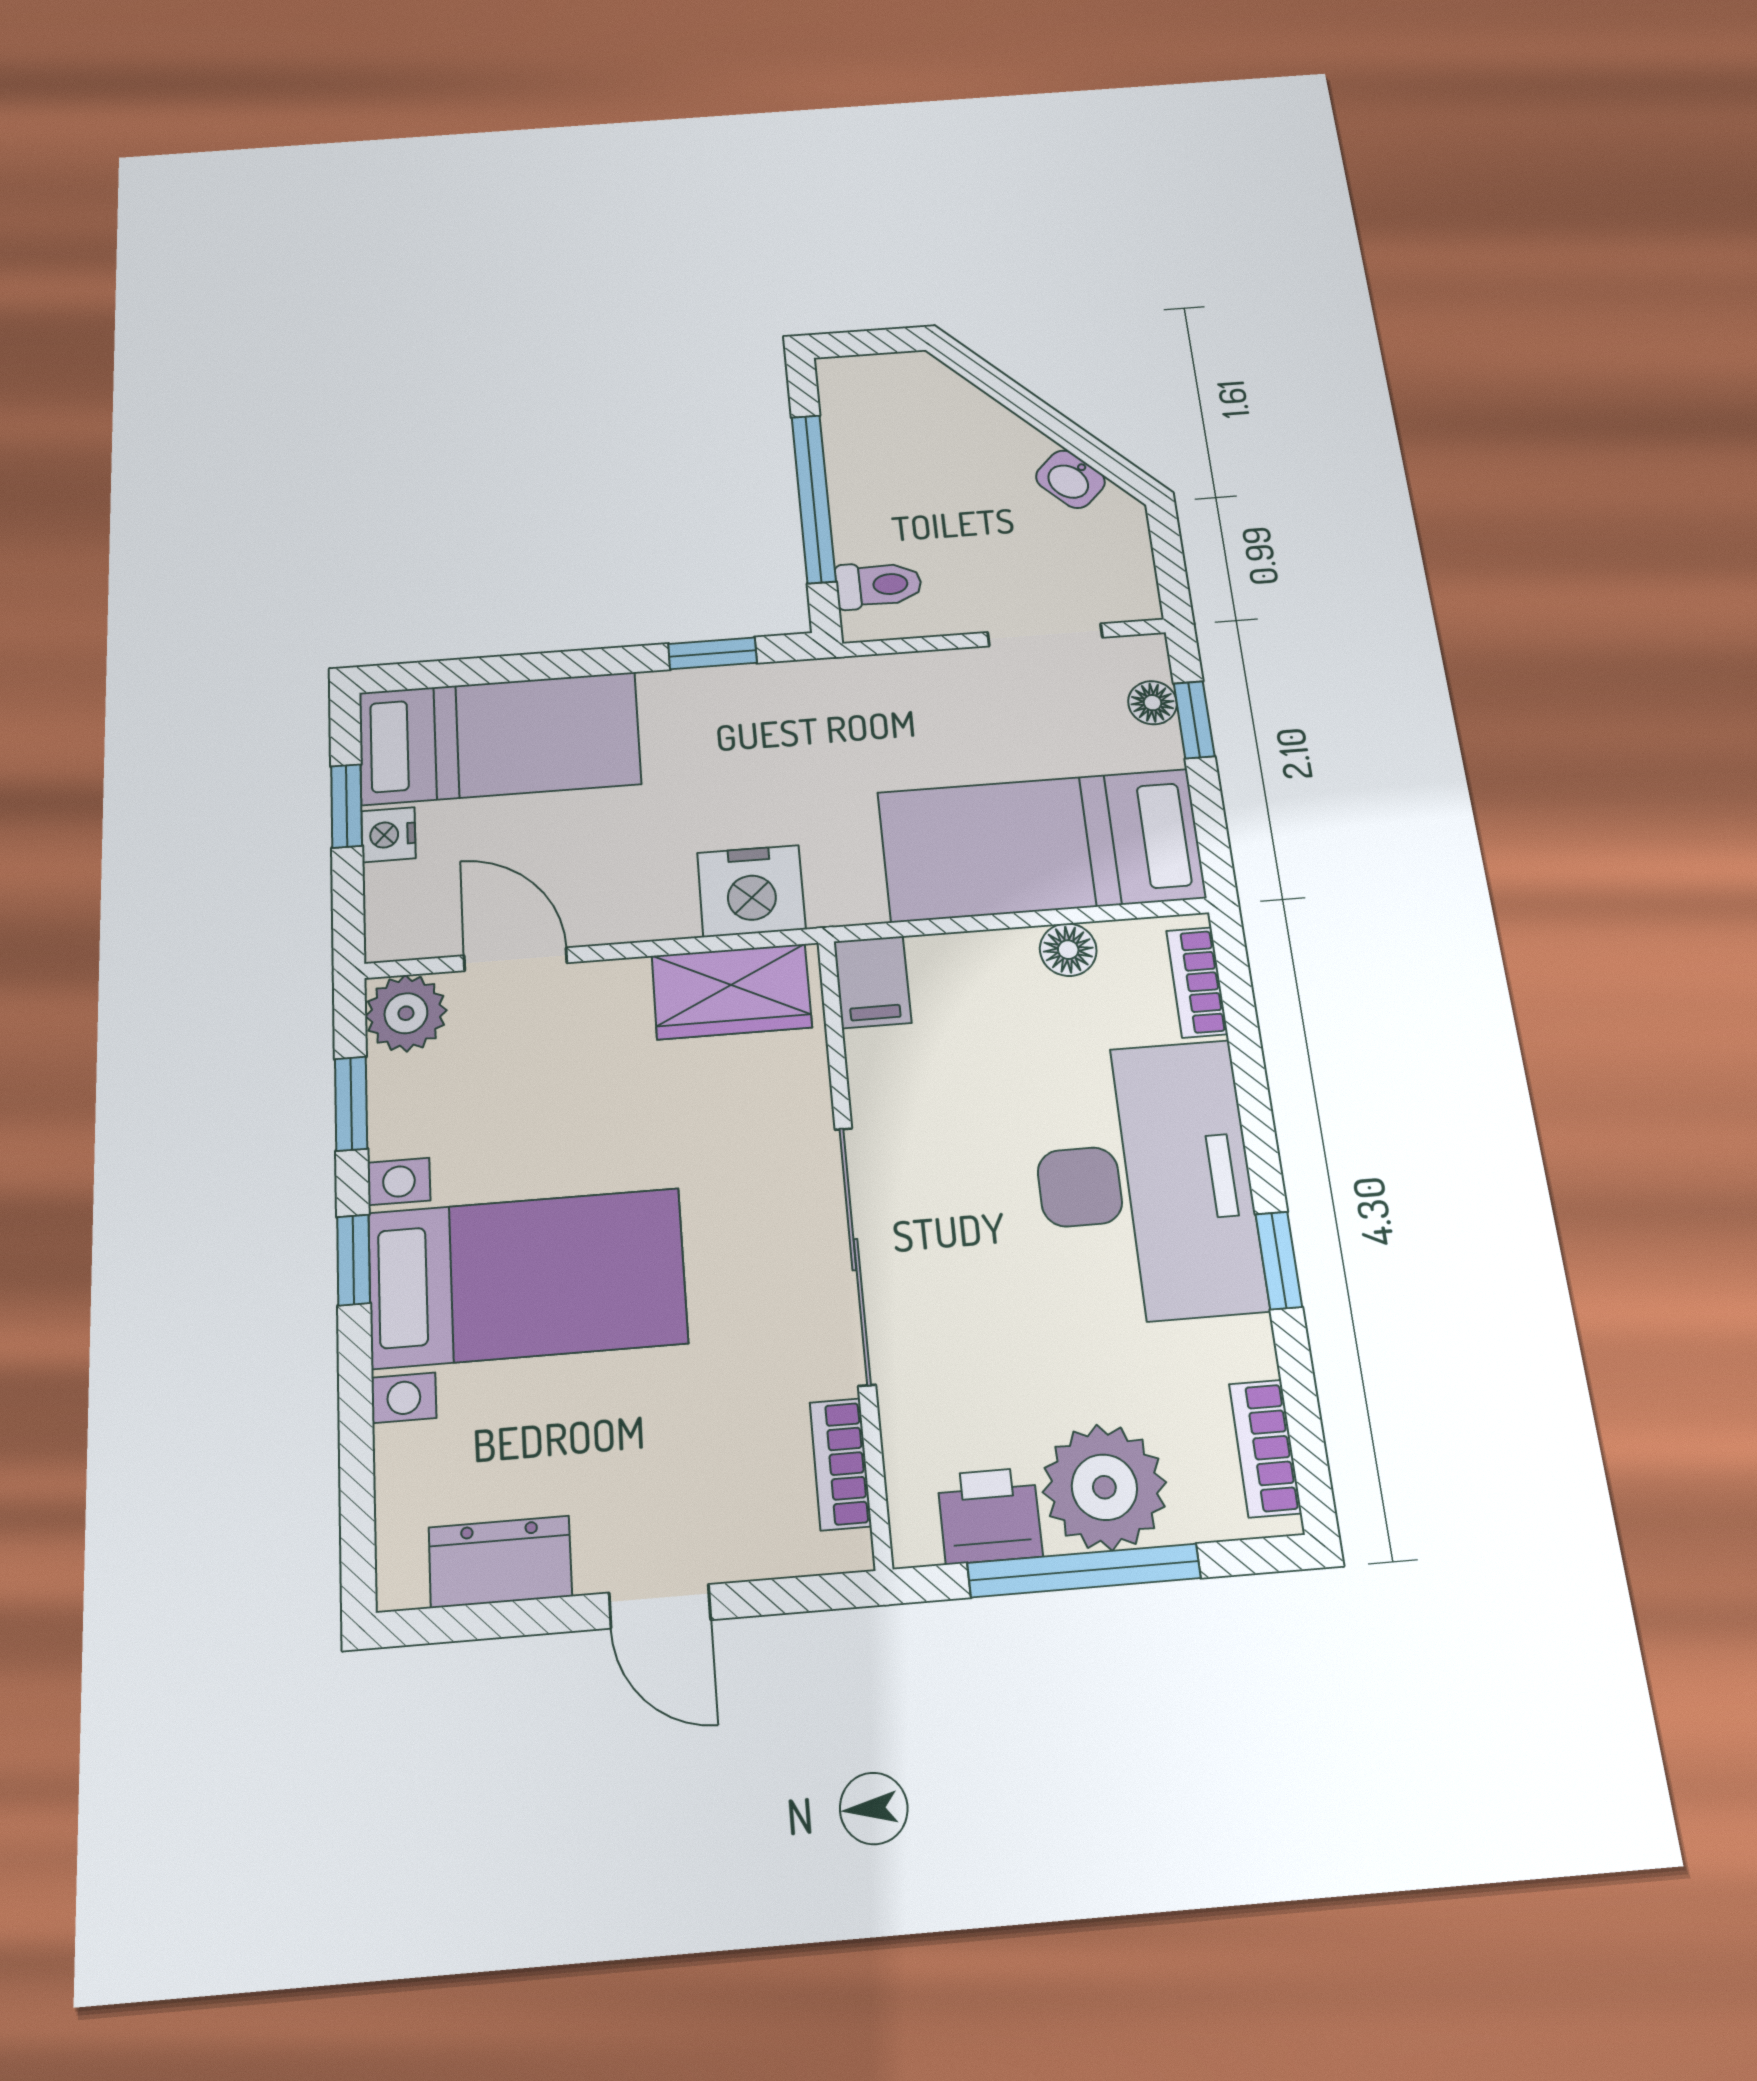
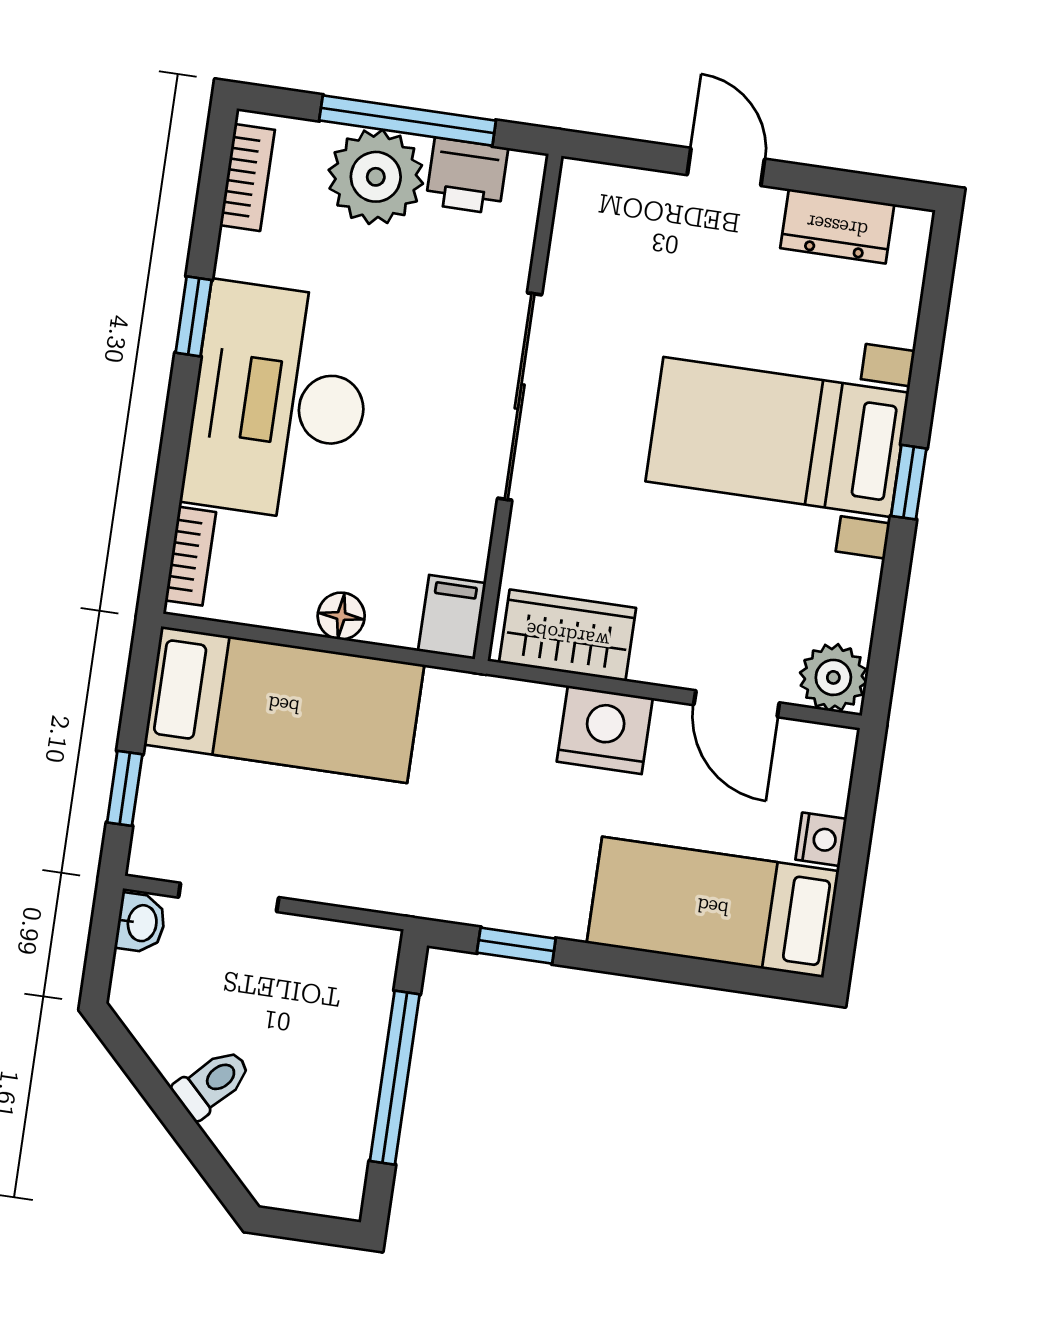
washbasin: (1070, 479) -> (141, 923), moved, turned 45
toilet: (879, 585) -> (212, 1083), moved, turned 135
floor lamp: (1153, 703) -> (155, 812), removed
window: (347, 806) -> (852, 874), removed
nightstand: (751, 891) -> (605, 730), moved
floor lamp: (1068, 950) -> (341, 616), moved
window: (351, 1104) -> (890, 611), removed
bookcase: (840, 1464) -> (569, 239), removed

